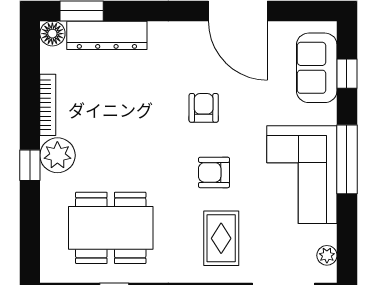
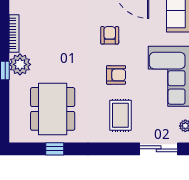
armchair: (214, 172) -> (116, 75), turned 180
dining table: (111, 228) -> (53, 109), turned 90

